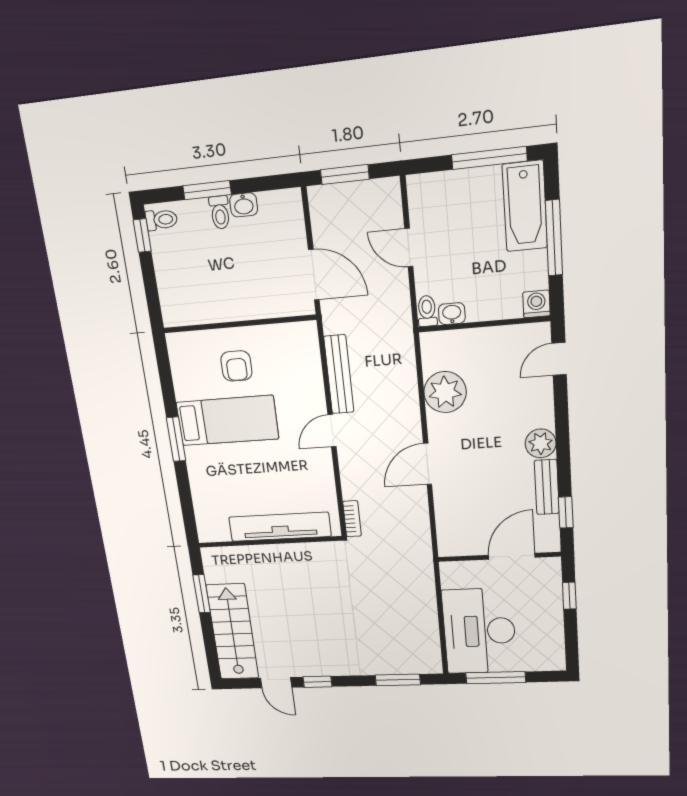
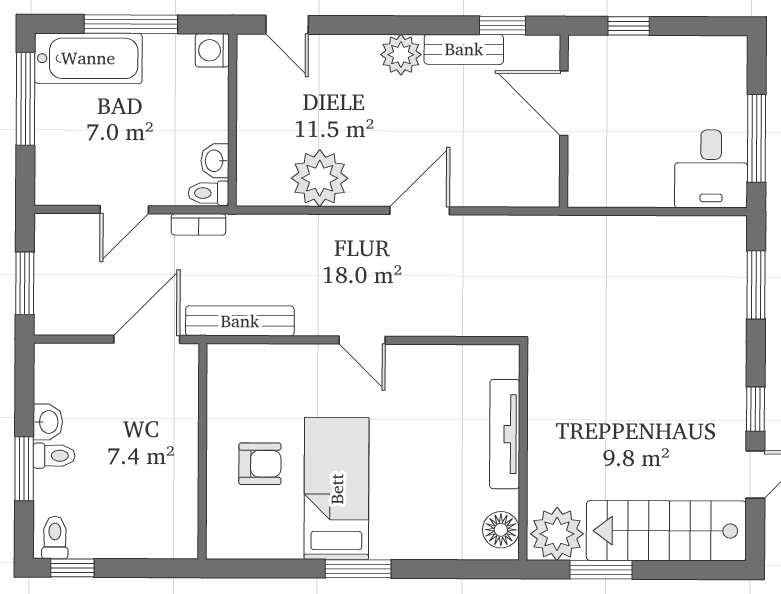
bench: (339, 374) -> (240, 321), moved
door: (428, 464) -> (420, 211), swing flipped
bookcase: (352, 519) -> (199, 224), moved, turned 180
tv unit: (280, 527) -> (505, 434), width x0.73, depth x0.78
floor lamp: (217, 530) -> (501, 530), added
plant: (220, 566) -> (557, 534), added
desk: (479, 631) -> (711, 169), width x0.53, depth x0.77

